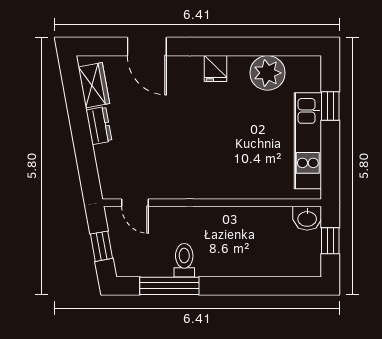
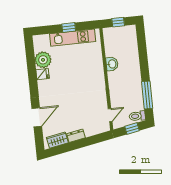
fridge: (216, 69) -> (43, 74), moved
window: (330, 106) -> (69, 28), moved
washbasin: (307, 218) -> (112, 64), moved
toilet: (184, 260) -> (137, 116), moved

